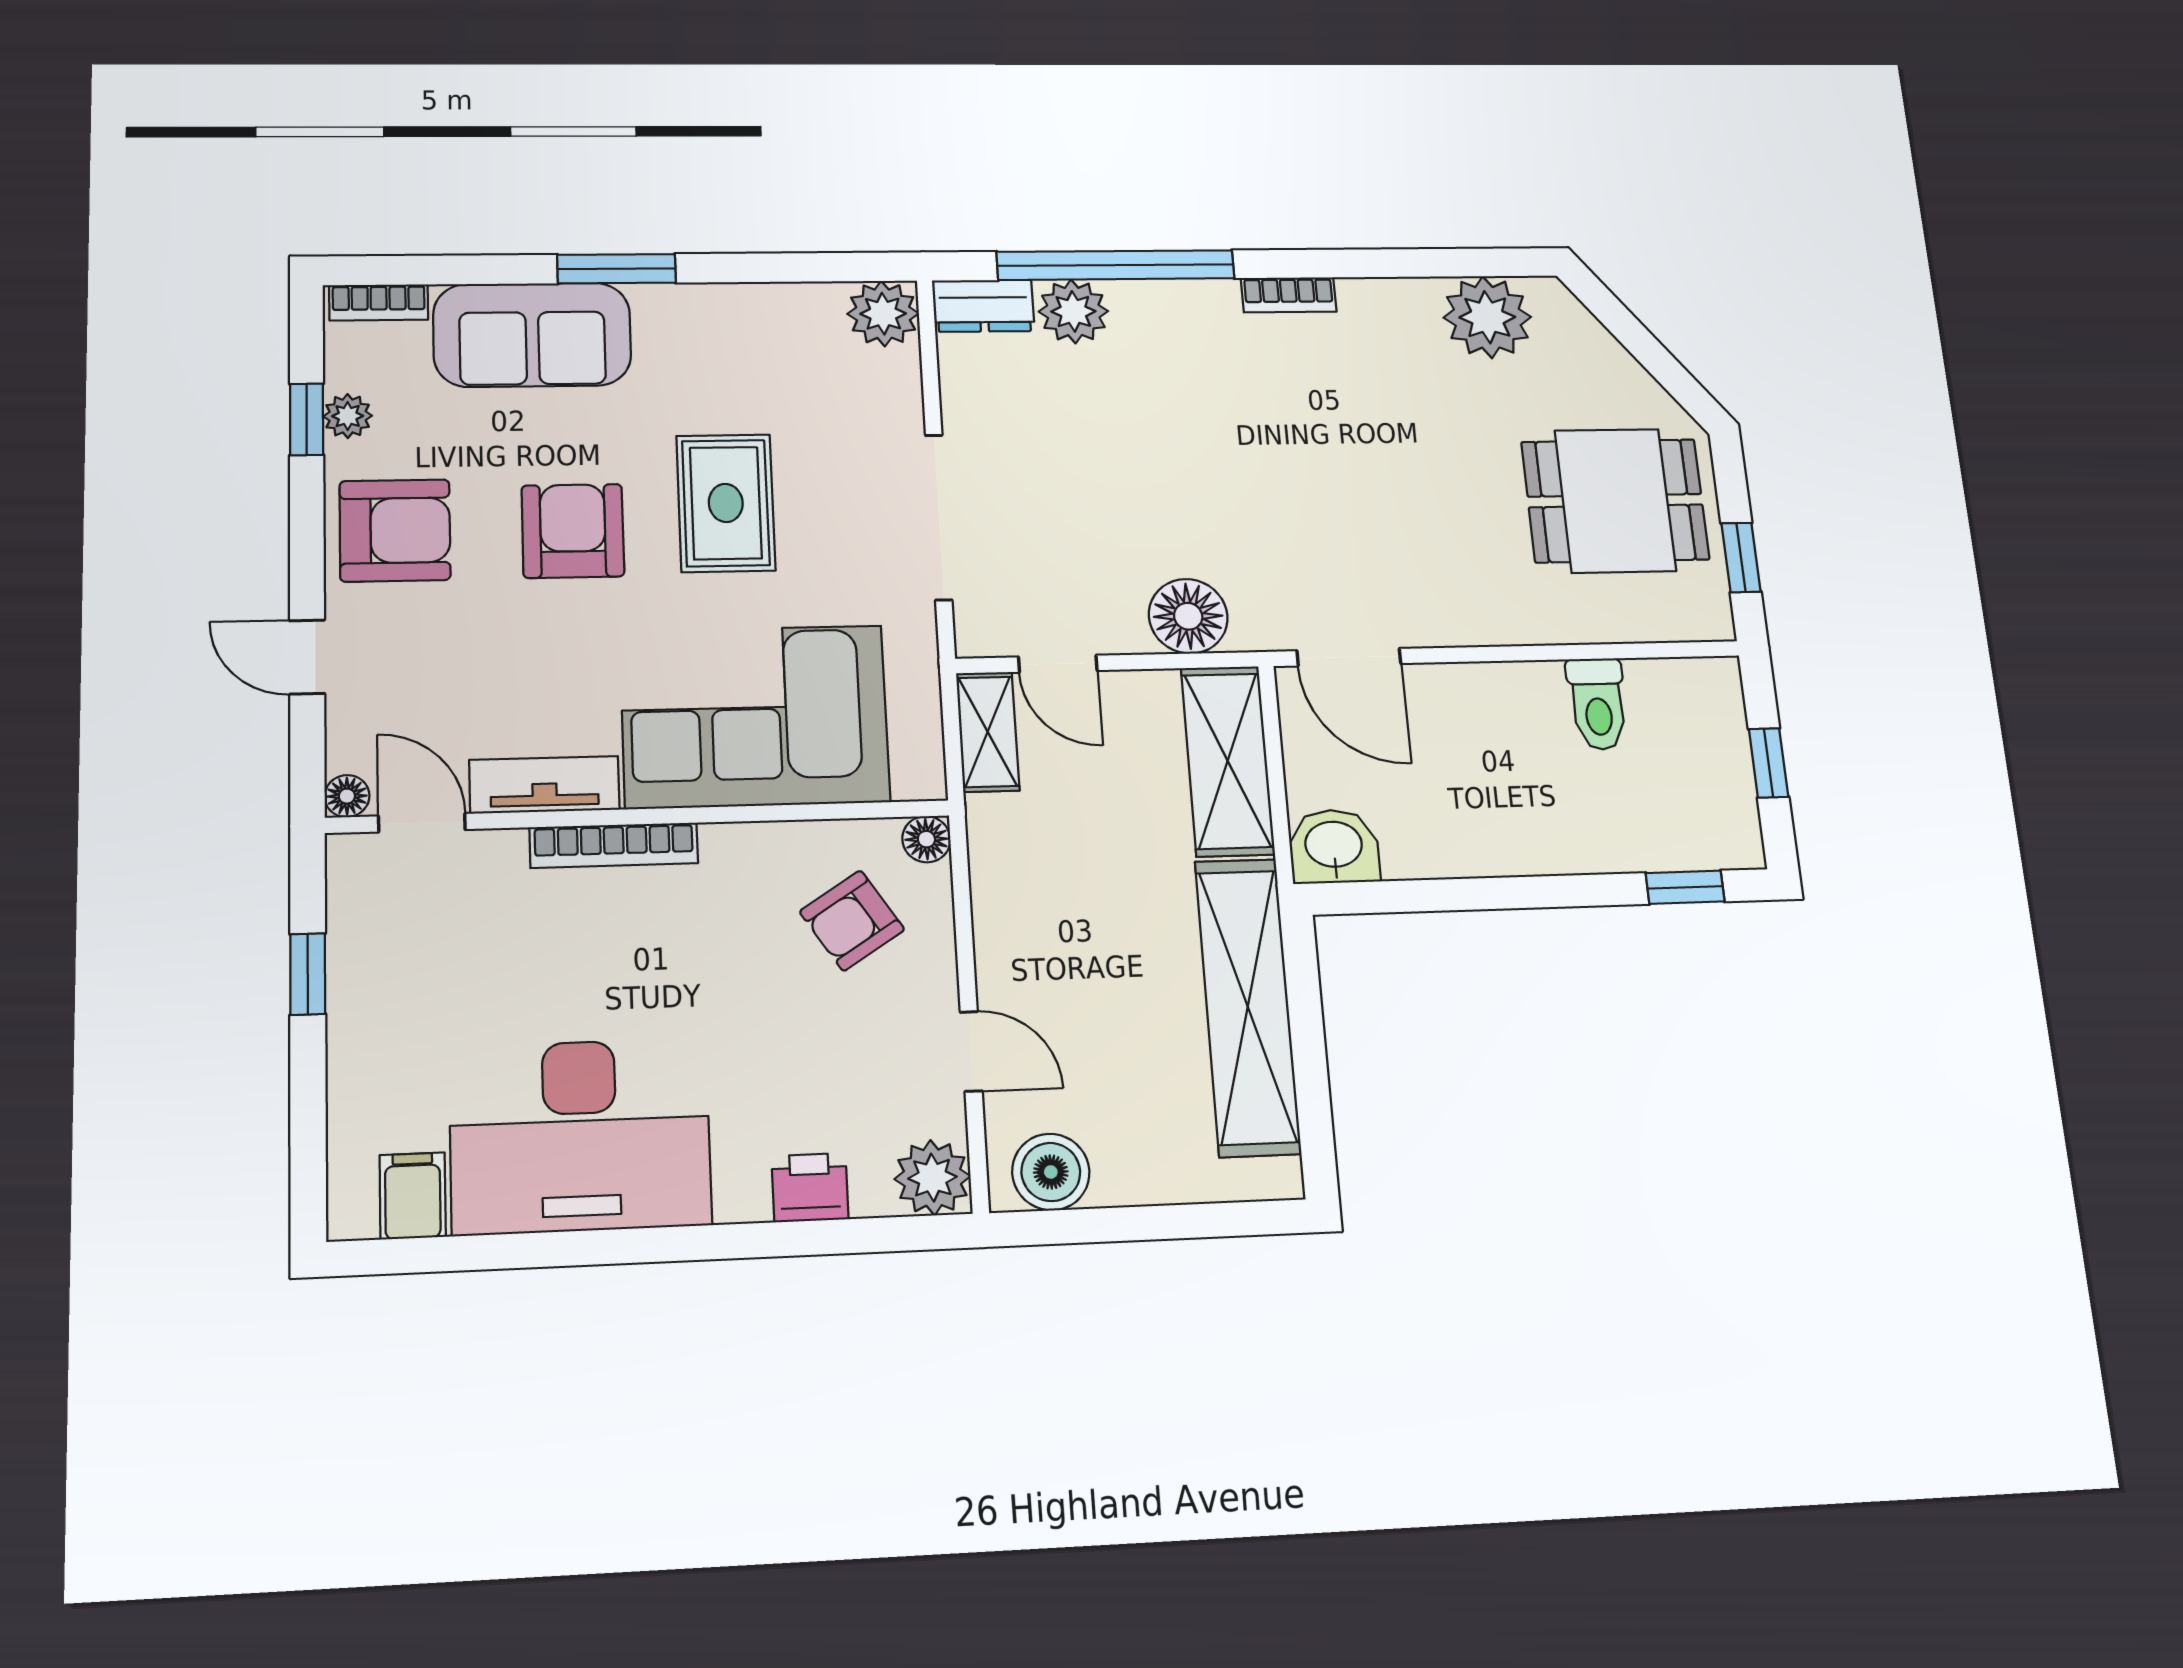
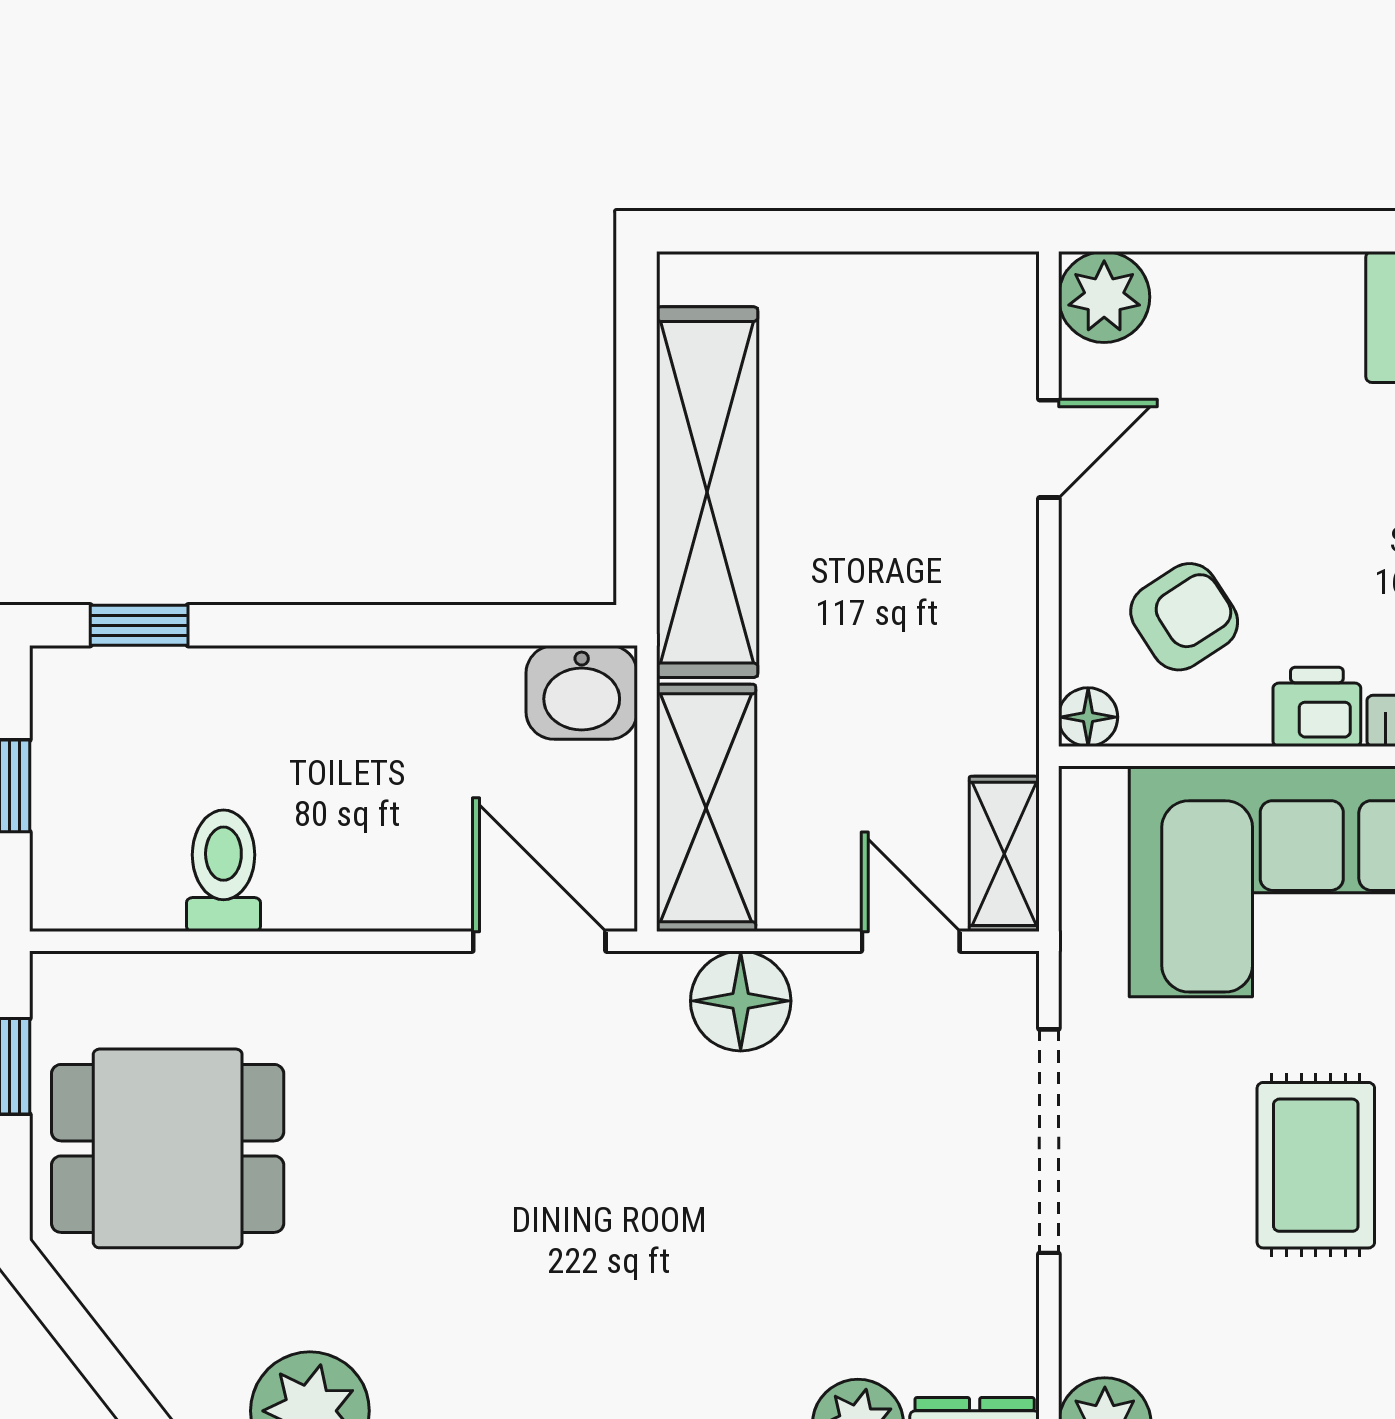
door: (971, 1051) -> (1049, 449), swing flipped
boiler: (1051, 1172) -> (962, 298), removed
printer: (810, 1188) -> (1317, 707), moved, turned 180

